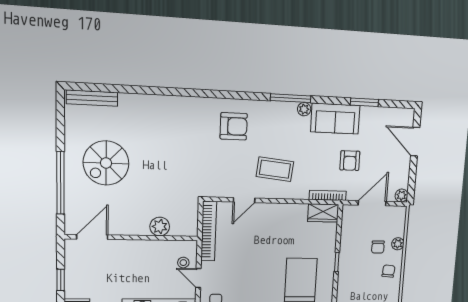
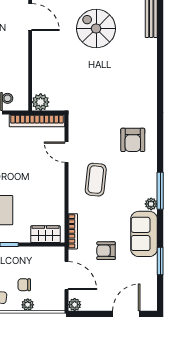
wardrobe: (323, 213) -> (46, 234), moved, turned 90
plant: (160, 227) -> (41, 102), moved

